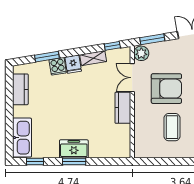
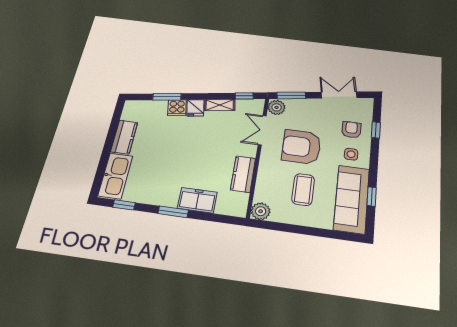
kitchen counter: (20, 89) -> (124, 137), moved
armchair: (166, 89) -> (301, 147), turned 180
kitchen counter: (123, 108) -> (243, 174), moved
freezer: (74, 149) -> (197, 200), moved
plant: (141, 151) -> (261, 211), added

